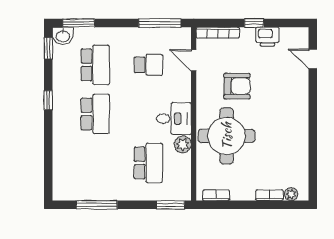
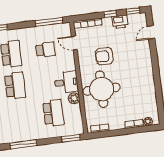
window: (289, 23) -> (133, 11), added
door: (313, 59) -> (151, 32), hinge flipped
armchair: (237, 86) -> (104, 56), turned 180

